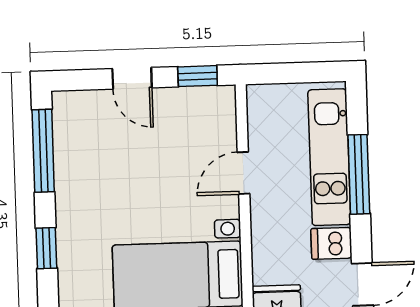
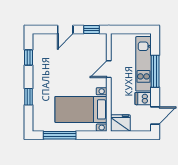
door: (132, 78) -> (65, 29), hinge flipped
window: (43, 151) -> (28, 57), width x0.46

